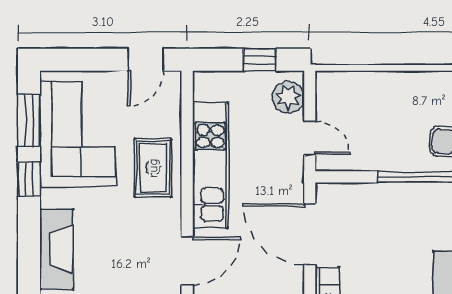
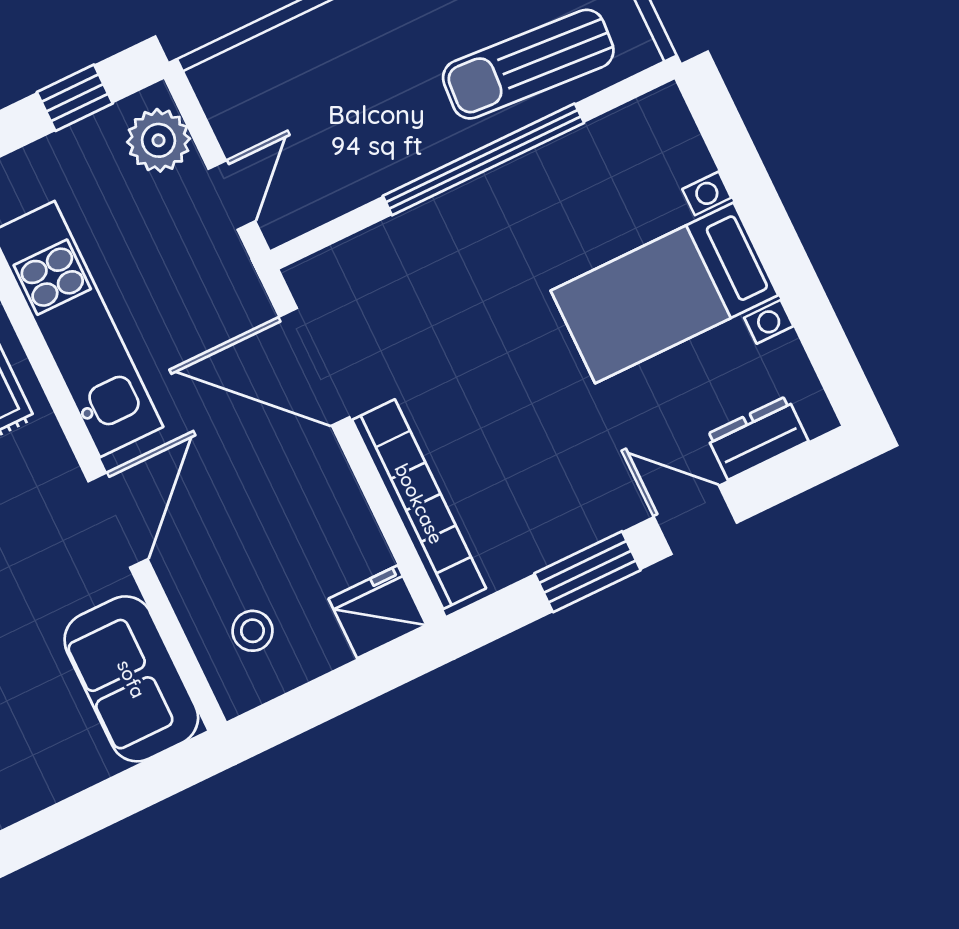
door: (310, 138) -> (232, 195), hinge flipped

